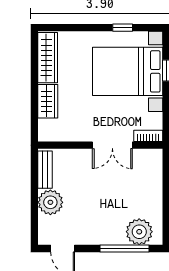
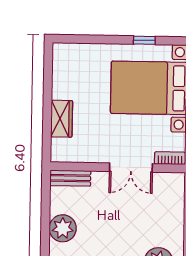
wardrobe: (48, 58) -> (62, 71), removed
bench: (45, 170) -> (70, 178), moved, turned 90

